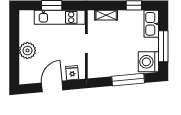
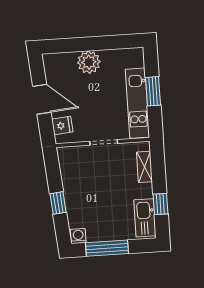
kitchen sink: (151, 24) -> (145, 218), moved, turned -90
washing machine: (148, 62) -> (78, 236), width x0.53, depth x0.53
window: (128, 80) -> (58, 203), width x0.46

